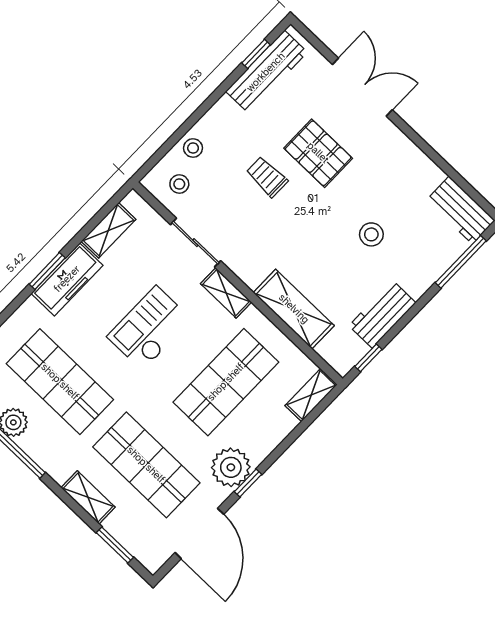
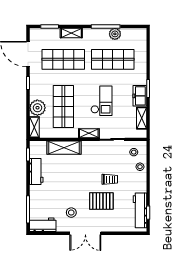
double door: (362, 87) -> (85, 233), moved
stool: (371, 234) -> (71, 213), moved
freezer: (67, 279) -> (140, 96), width x0.71
plant: (231, 467) -> (37, 108), moved

